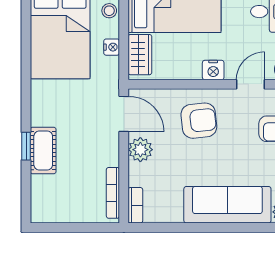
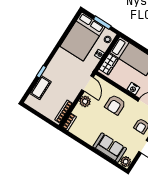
armchair: (199, 121) -> (115, 105), turned 96
cot: (43, 150) -> (40, 88), moved
sofa: (227, 205) -> (110, 148), width x0.73

